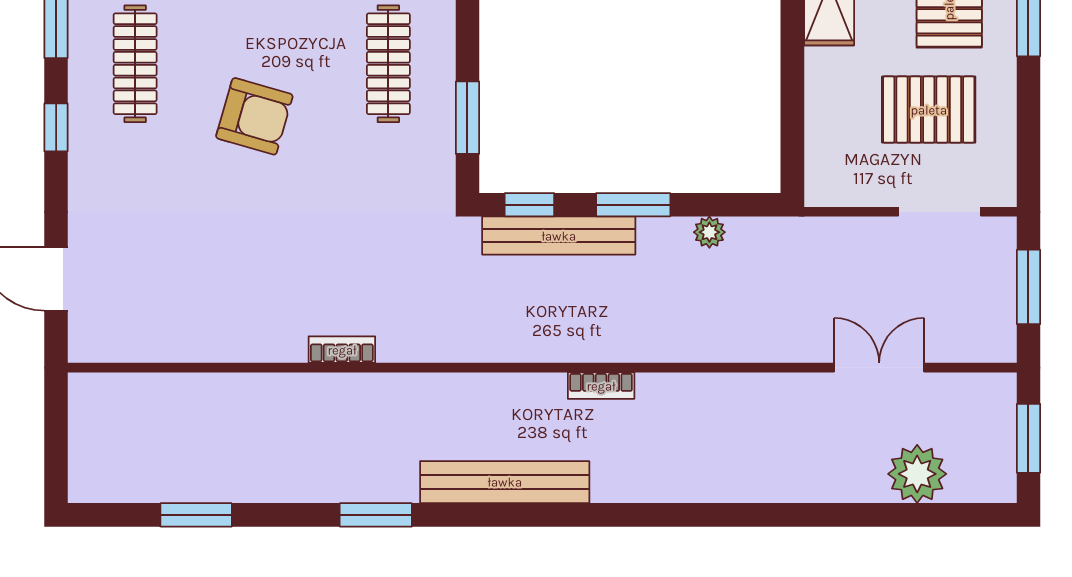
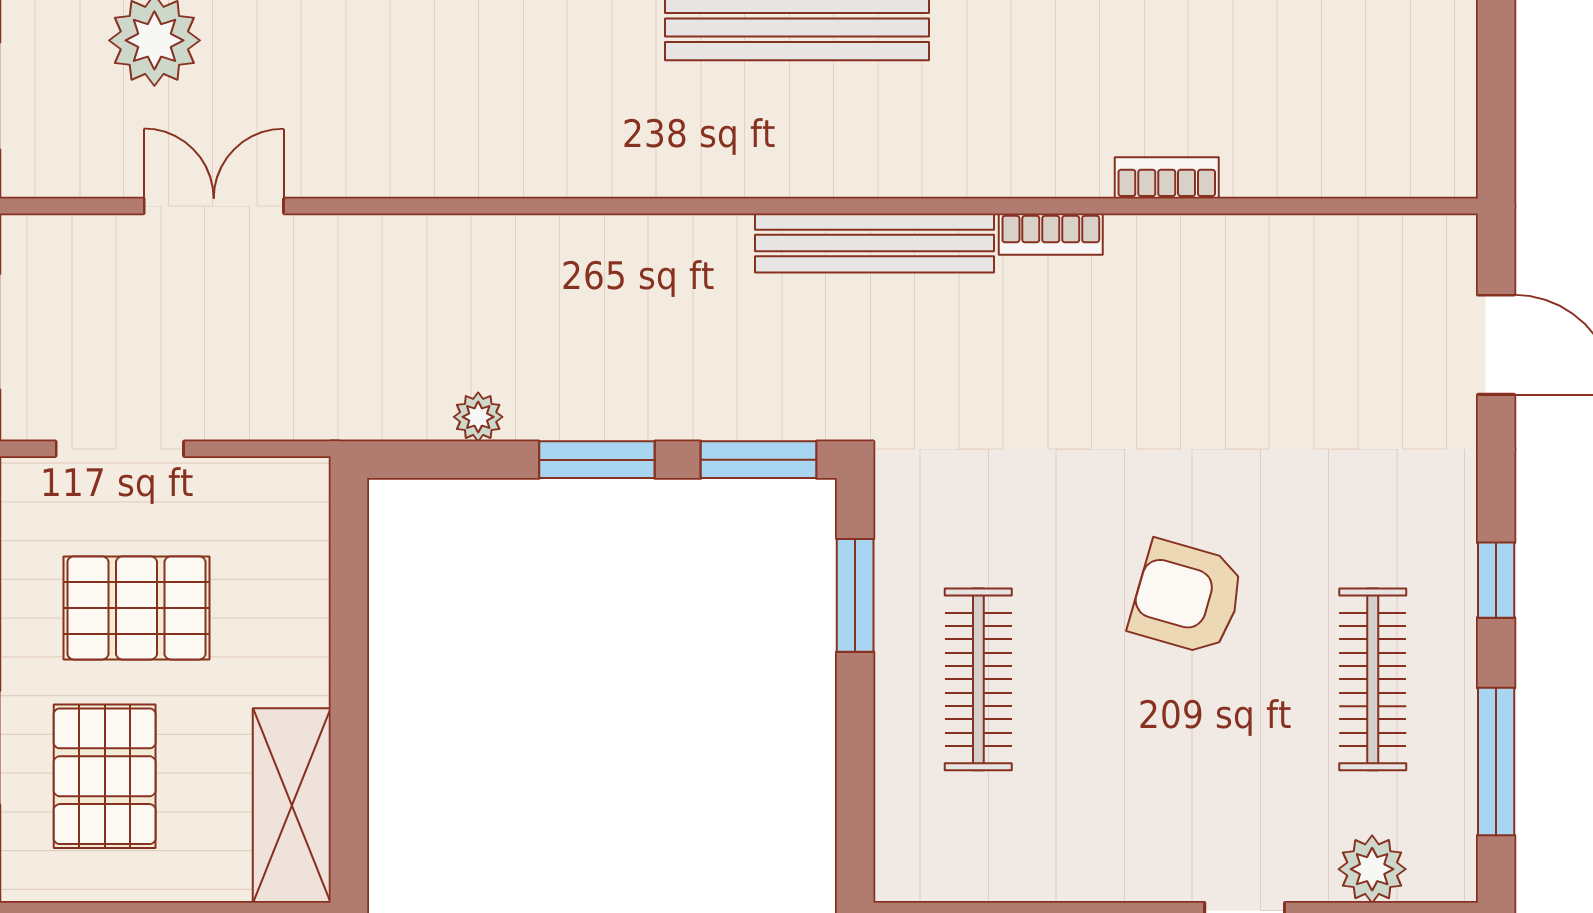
window: (529, 205) -> (759, 460), width x1.50
bench: (559, 236) -> (875, 243), moved
double door: (879, 368) -> (214, 206), swing flipped
bookcase: (601, 386) -> (1167, 178), moved

